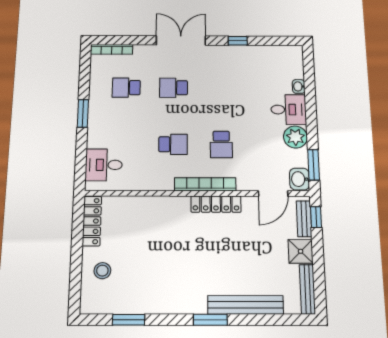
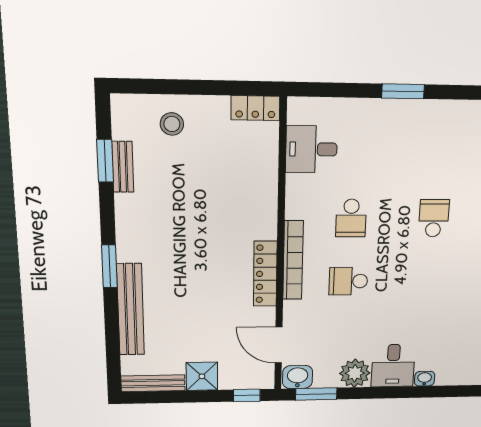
school desk: (126, 88) -> (438, 153), removed
desk: (104, 165) -> (311, 149), moved, turned -90
bench: (304, 219) -> (123, 167), moved, turned 90
locker: (92, 221) -> (255, 108), width x0.66

